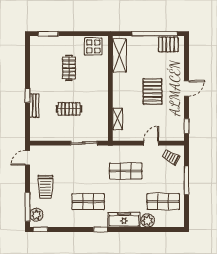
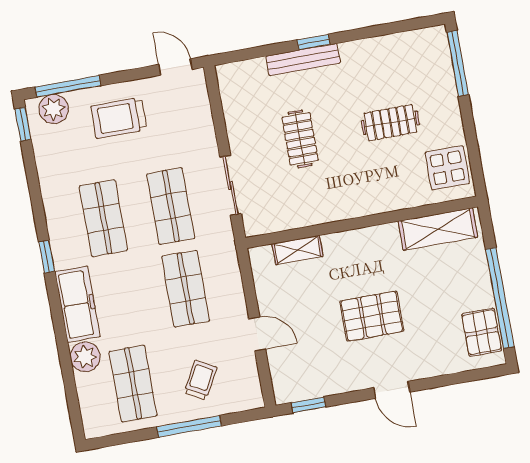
window: (48, 34) -> (458, 63), width x1.44
bench: (34, 106) -> (303, 60), width x1.36
trolley: (171, 157) -> (200, 380), moved
shop shelf: (88, 171) -> (171, 206), added

